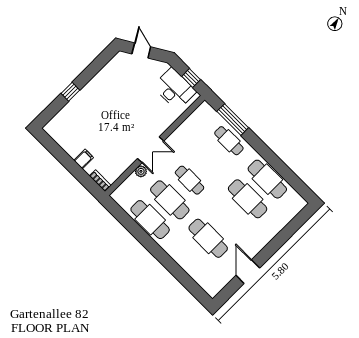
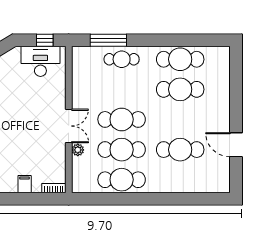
cafe table: (190, 180) -> (122, 119), width x1.37, depth x1.35

